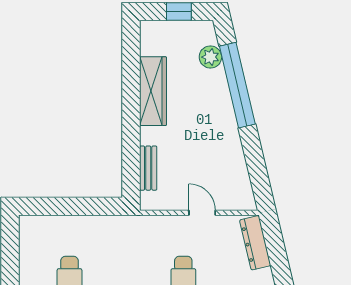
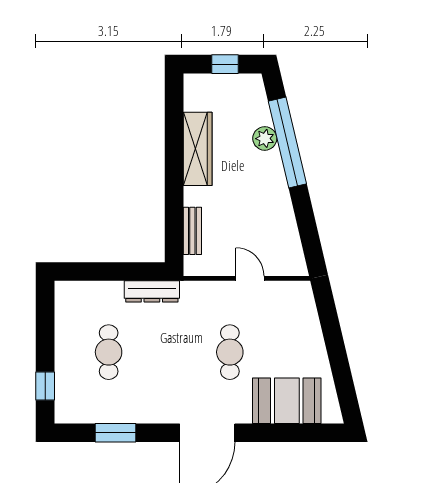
plant: (210, 57) -> (265, 138), moved
dresser: (255, 243) -> (152, 291), moved, turned -77

